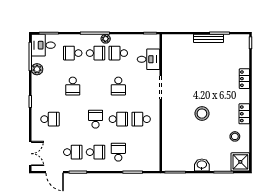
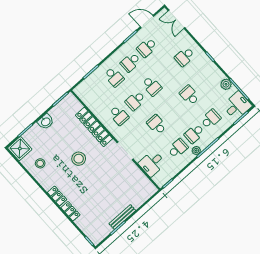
locker: (244, 114) -> (57, 196), moved
school desk: (141, 119) -> (119, 115), turned 90
locker: (168, 127) -> (94, 127), added

